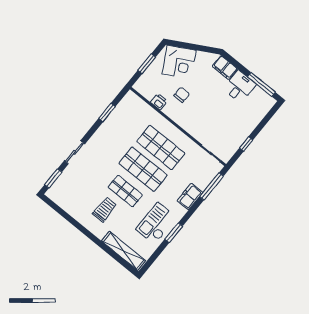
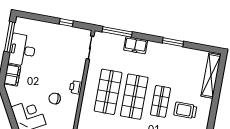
desk: (240, 87) -> (22, 50), width x1.37
printer: (159, 102) -> (76, 87), moved
checkout: (156, 223) -> (173, 61), removed

